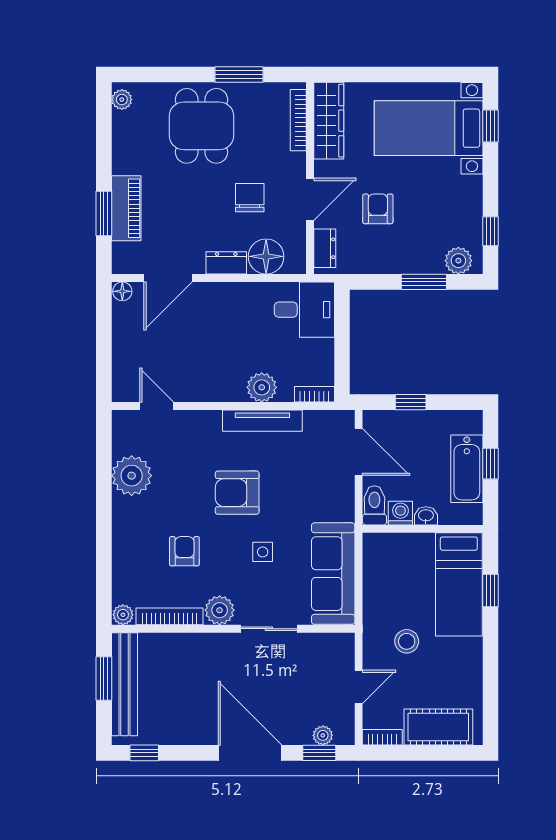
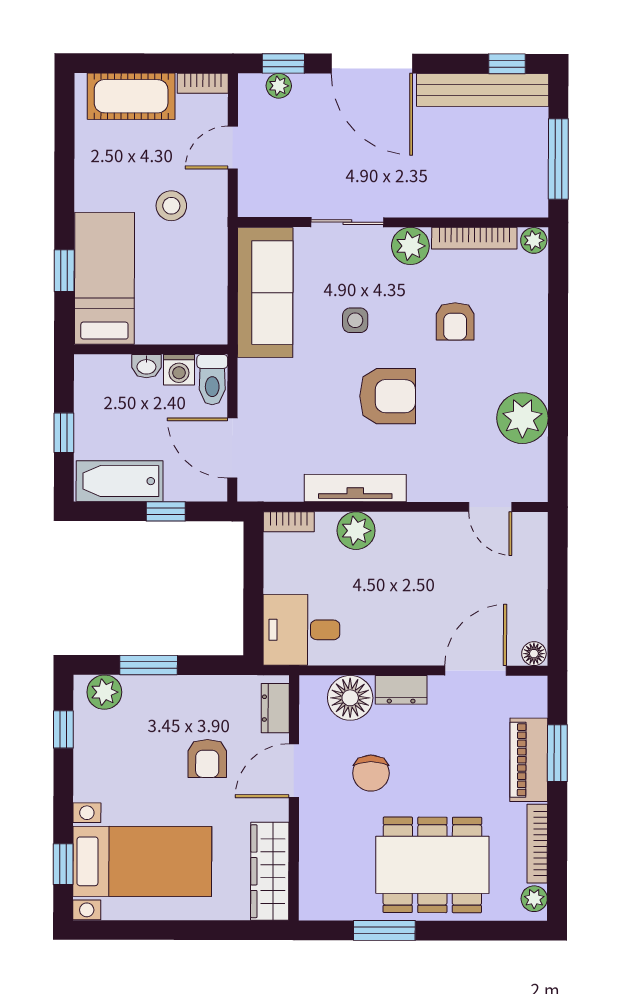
bookcase: (298, 120) -> (537, 844), moved, turned 180
dining table: (202, 126) -> (432, 865), width x1.38
bathtub: (467, 469) -> (120, 481), moved, turned -90
window: (104, 678) -> (558, 159), width x1.44
bench: (124, 684) -> (483, 90), moved, turned 90

